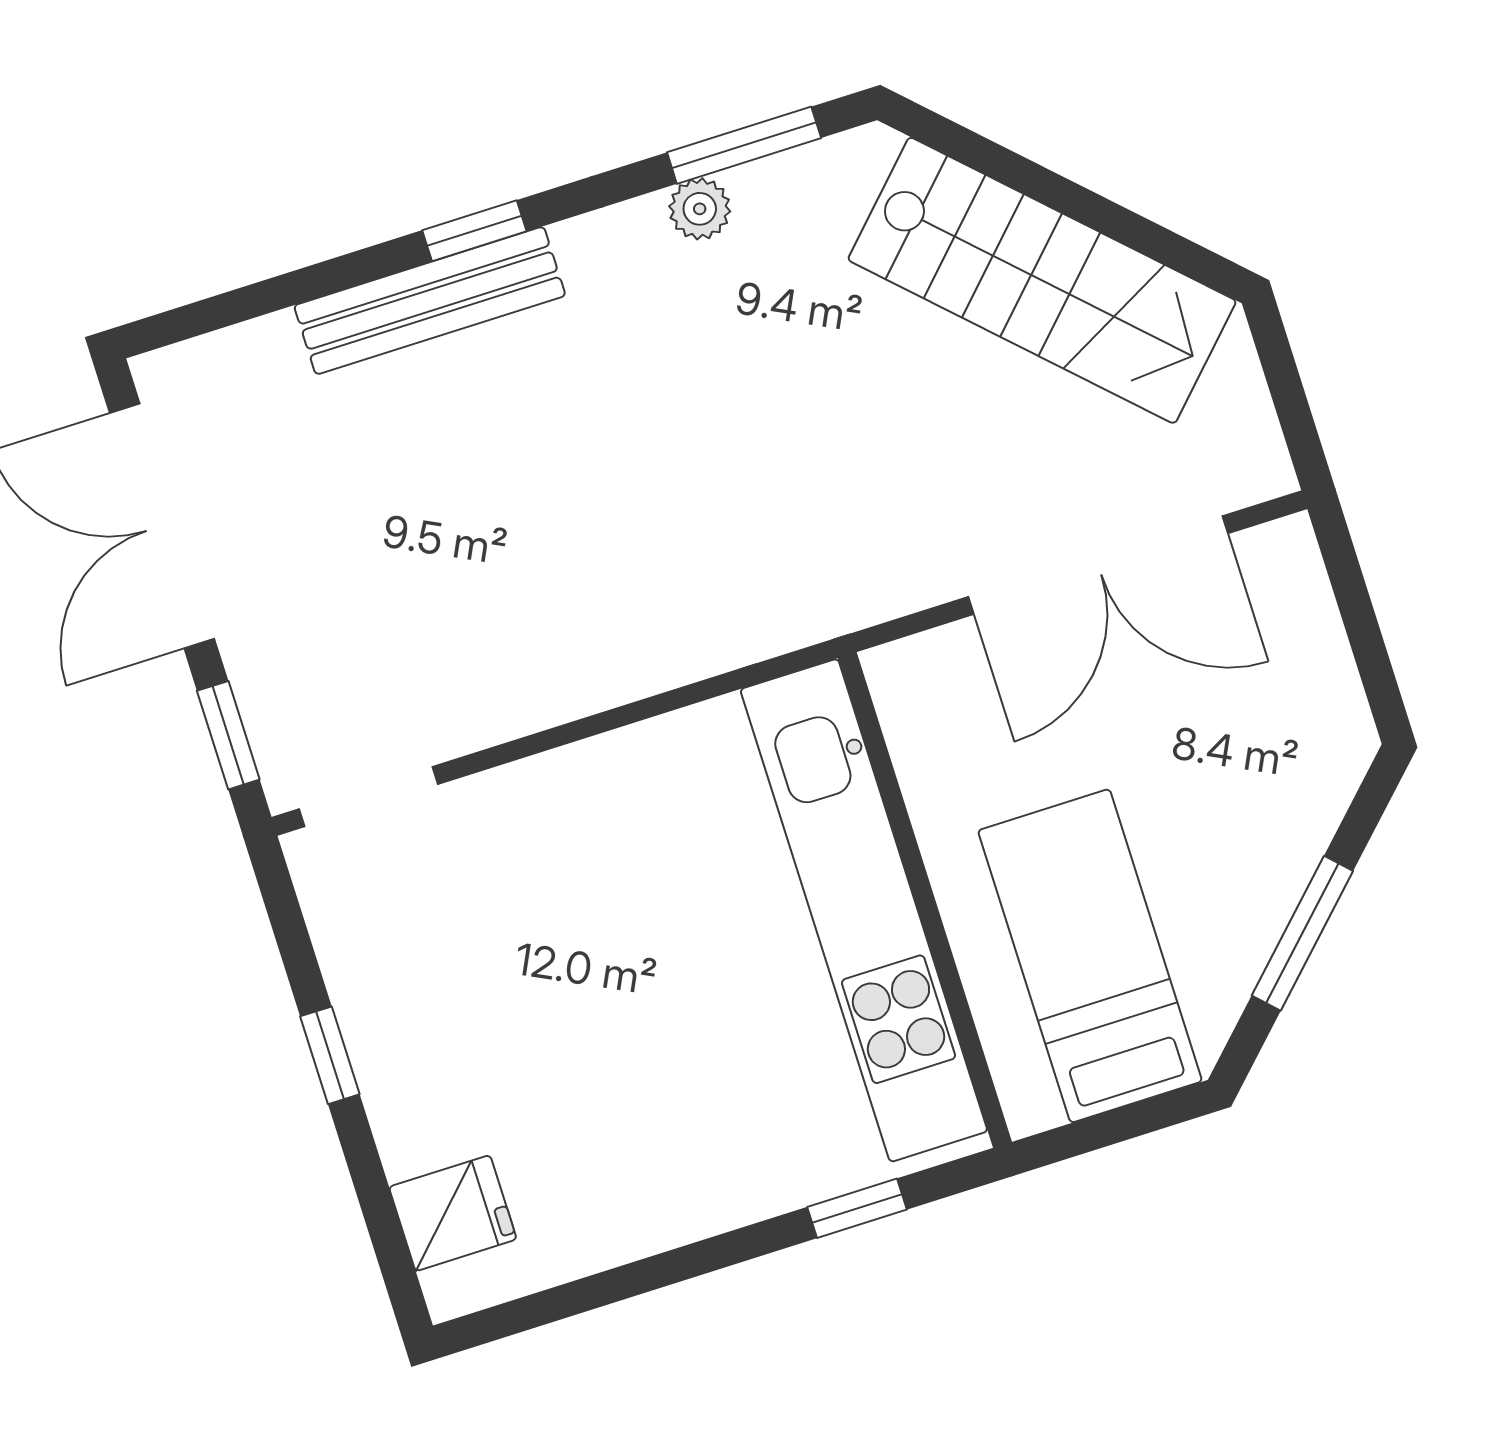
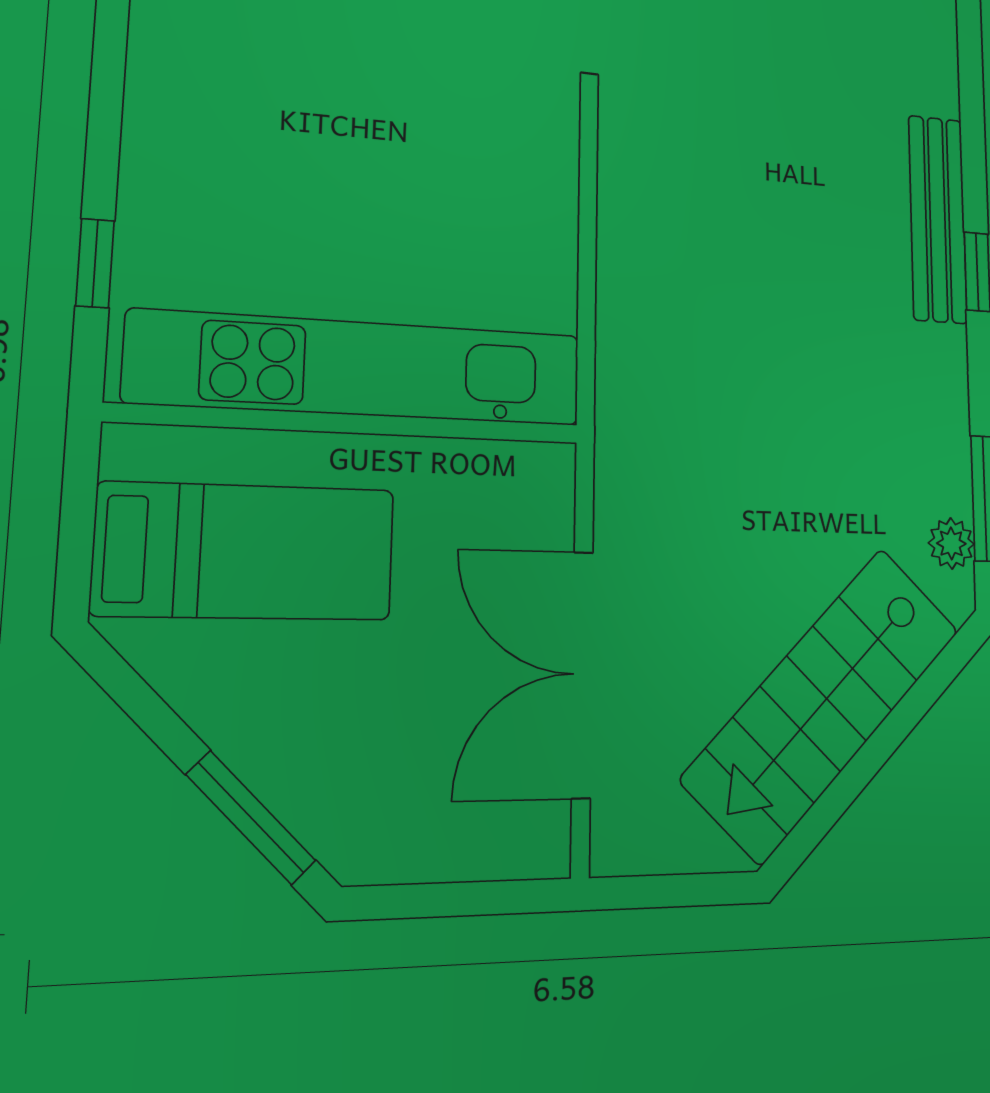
plant: (700, 209) -> (951, 543), moved
window: (1302, 933) -> (251, 818), moved

